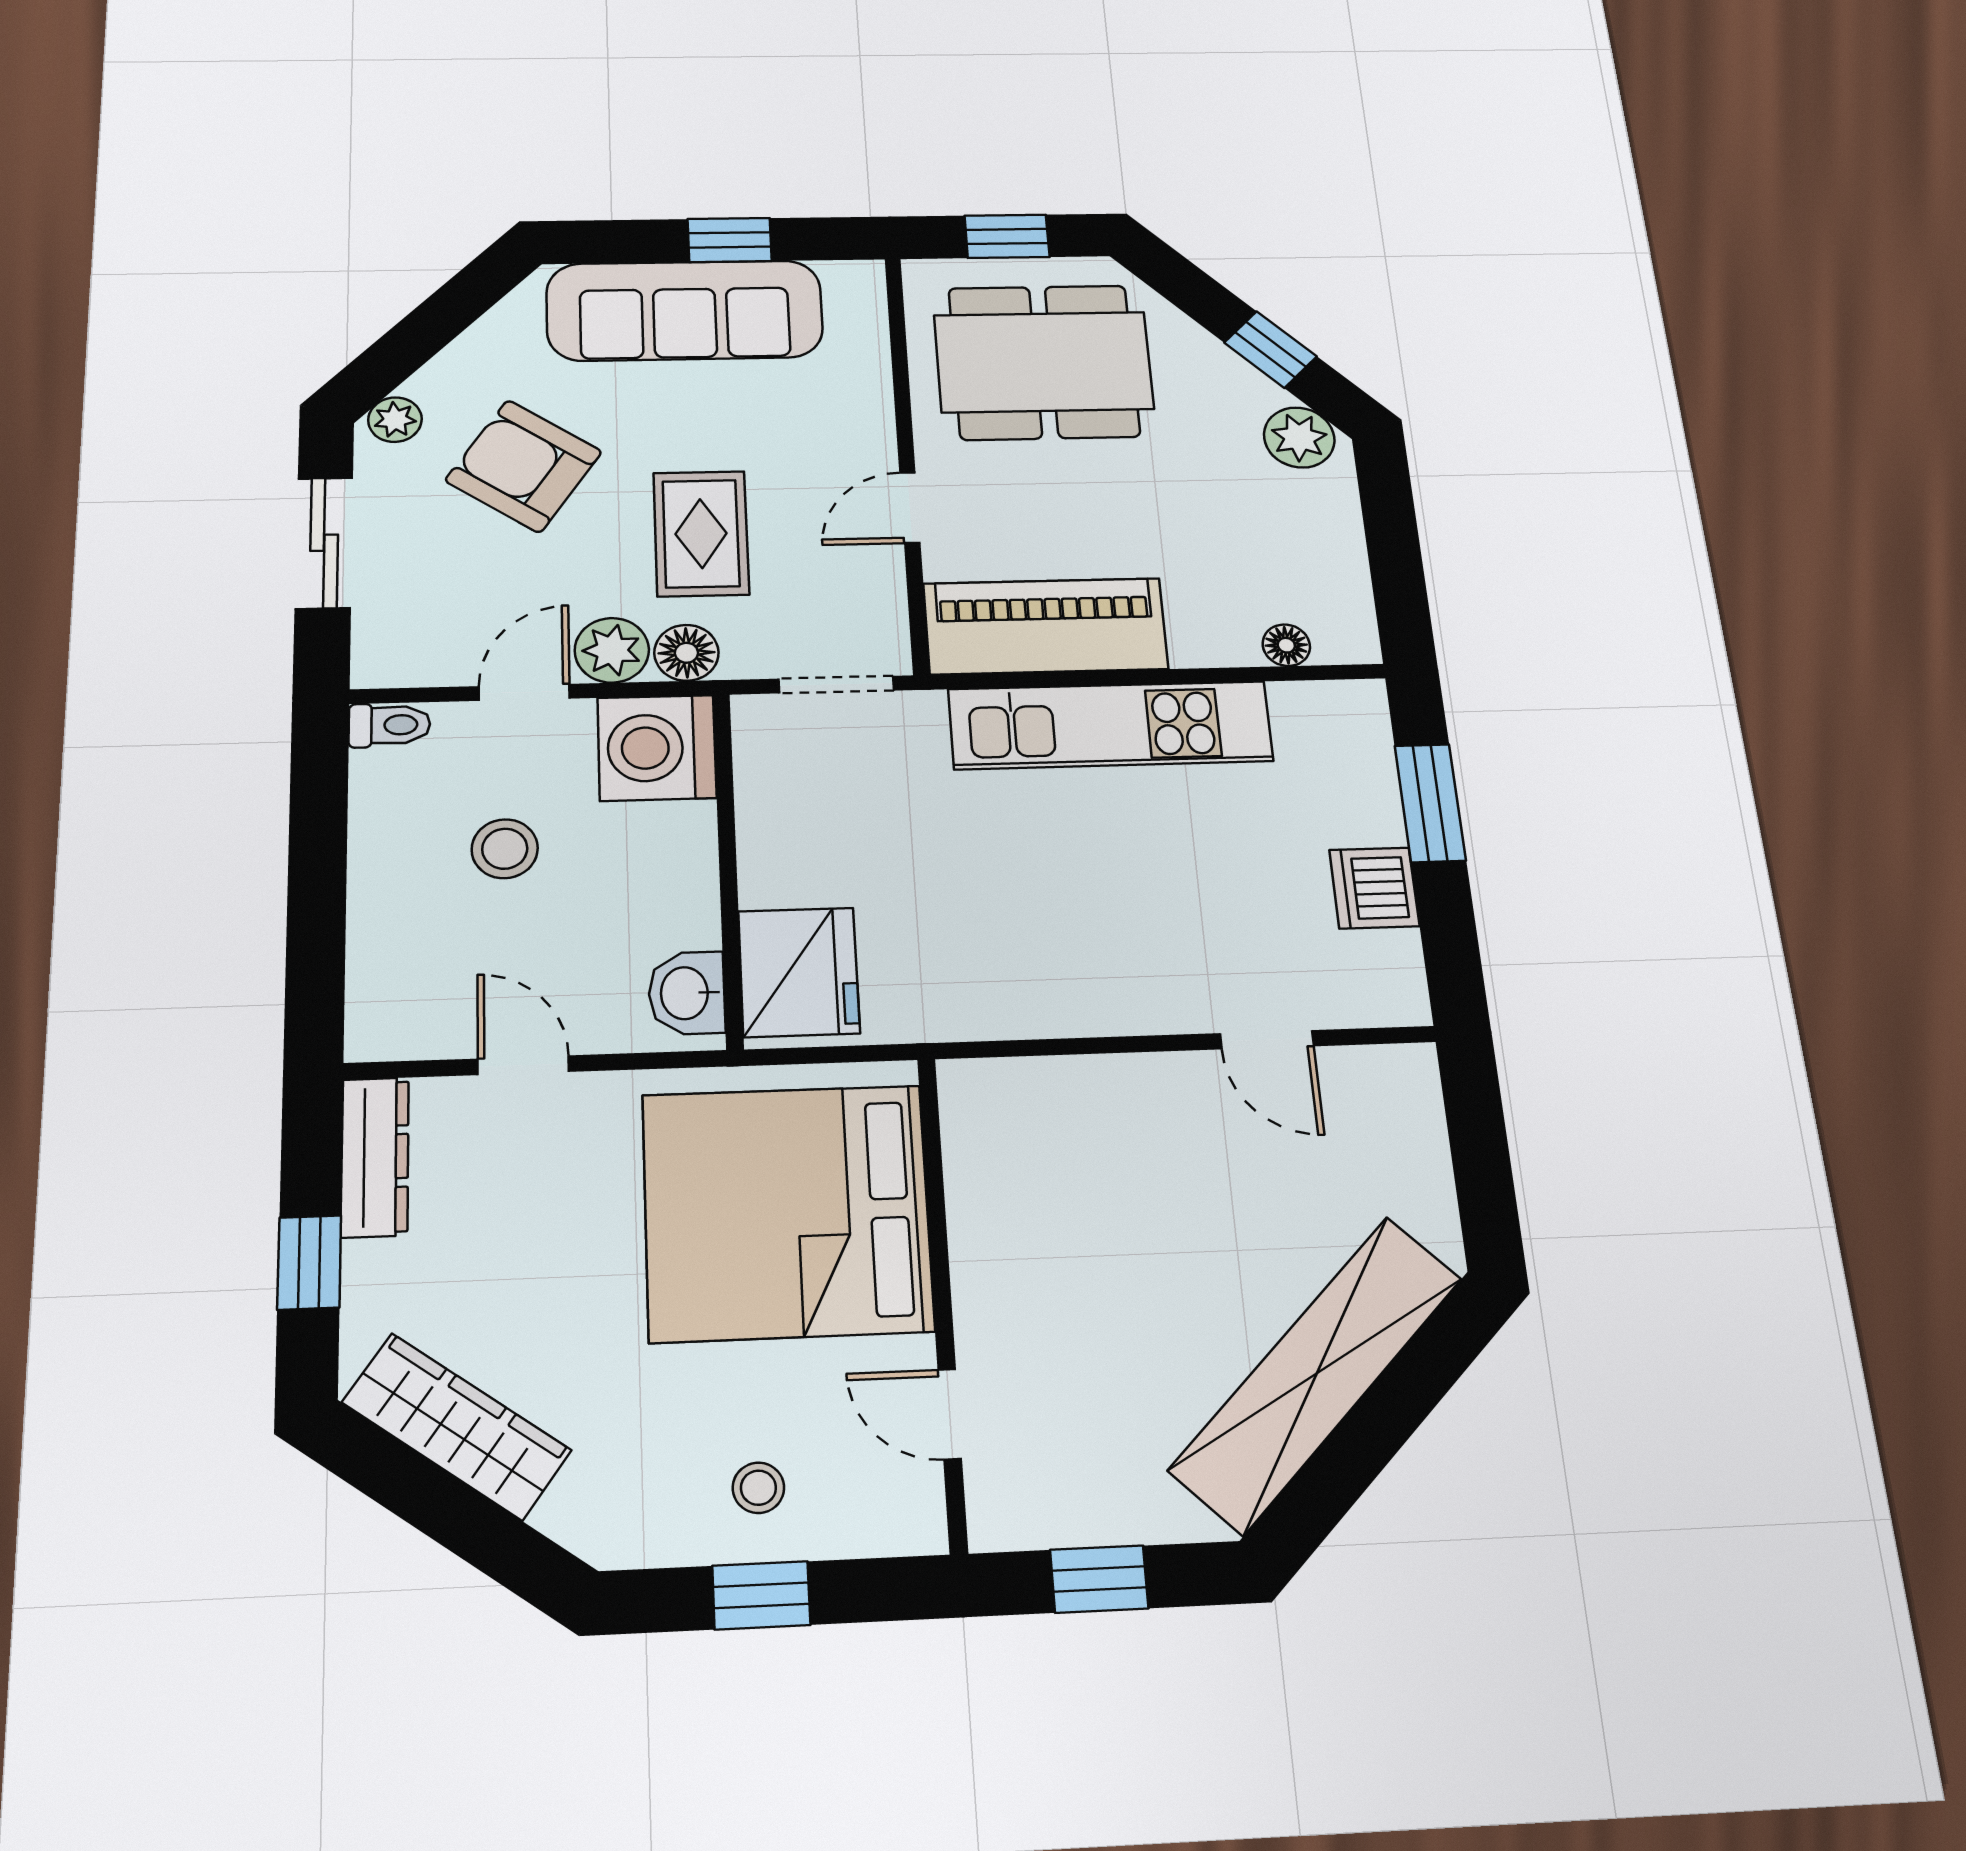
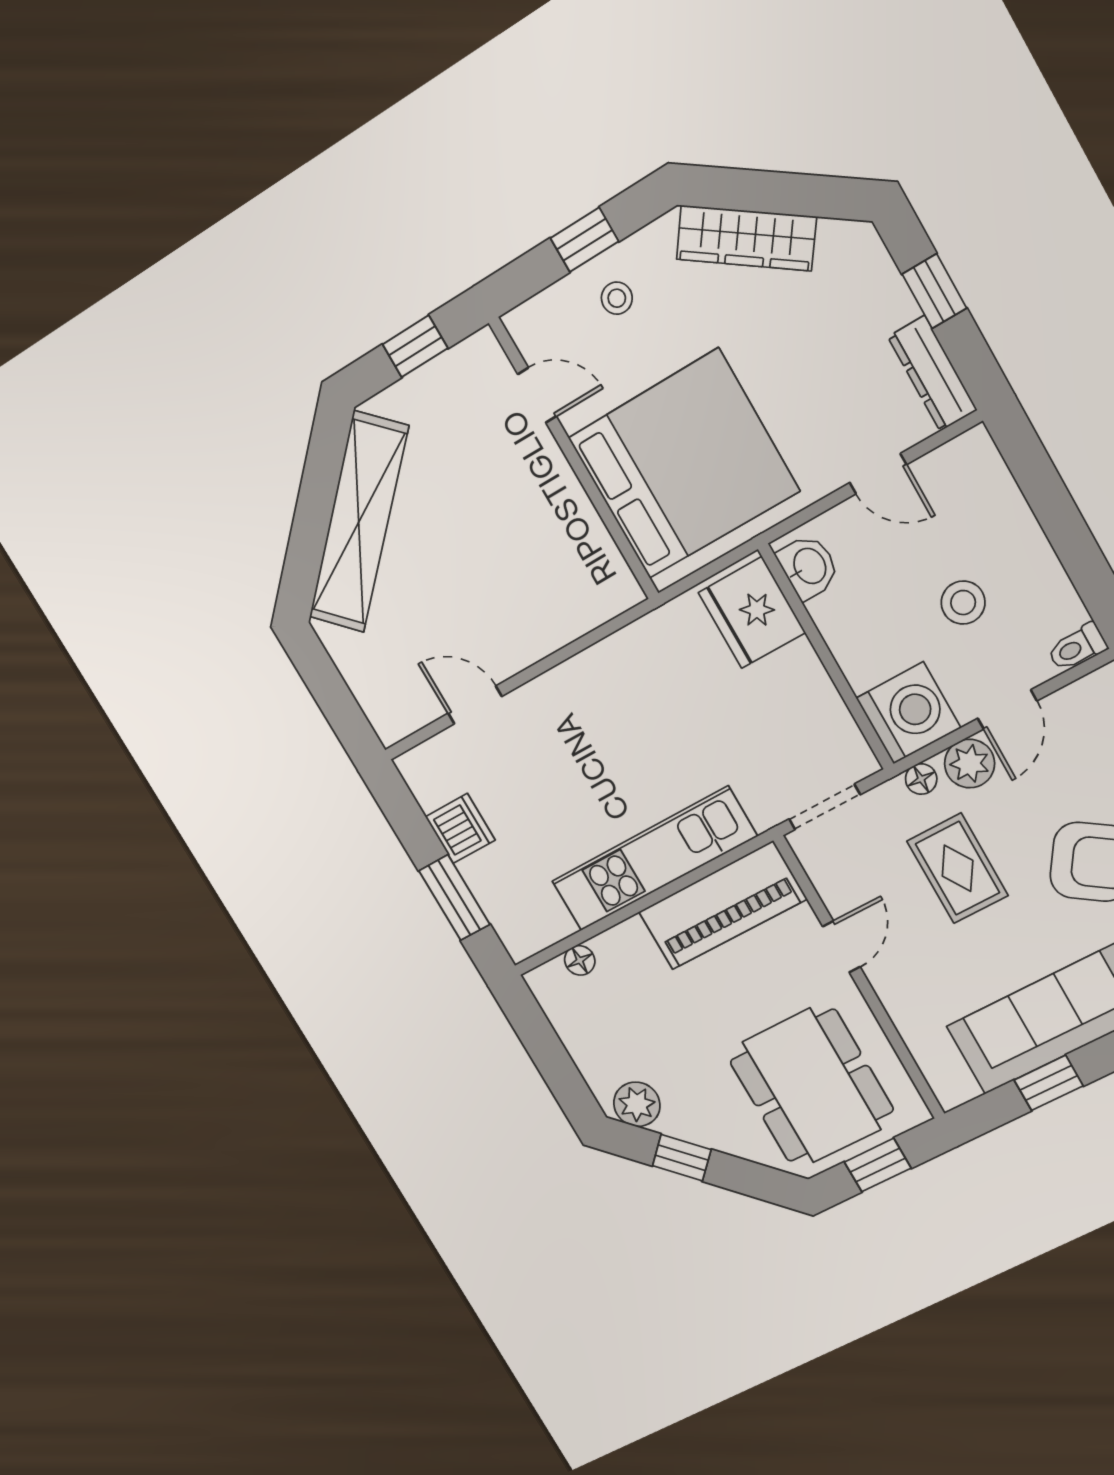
dining table: (1044, 362) -> (812, 1086), turned 90
floor lamp: (686, 653) -> (921, 779), width x0.73, depth x0.73
wardrobe: (456, 1426) -> (746, 238), moved

